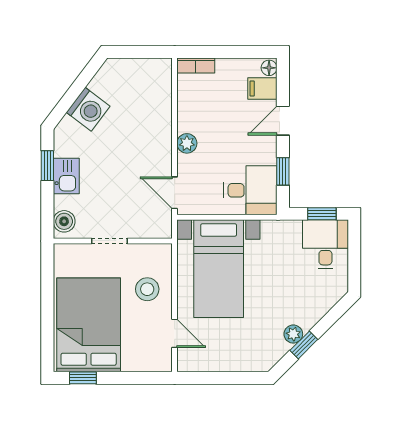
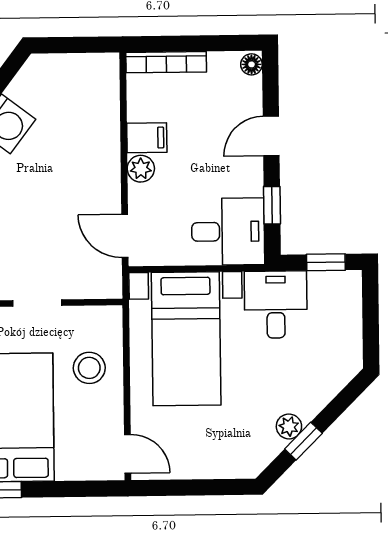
bookcase: (196, 65) -> (166, 62), width x1.56
filing cabinet: (262, 88) -> (147, 138), moved, turned 180
desk: (325, 244) -> (276, 304), moved
door: (175, 333) -> (128, 454), moved

